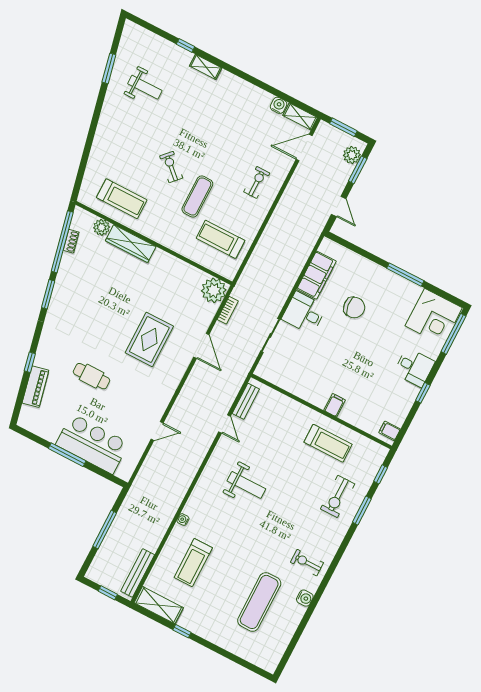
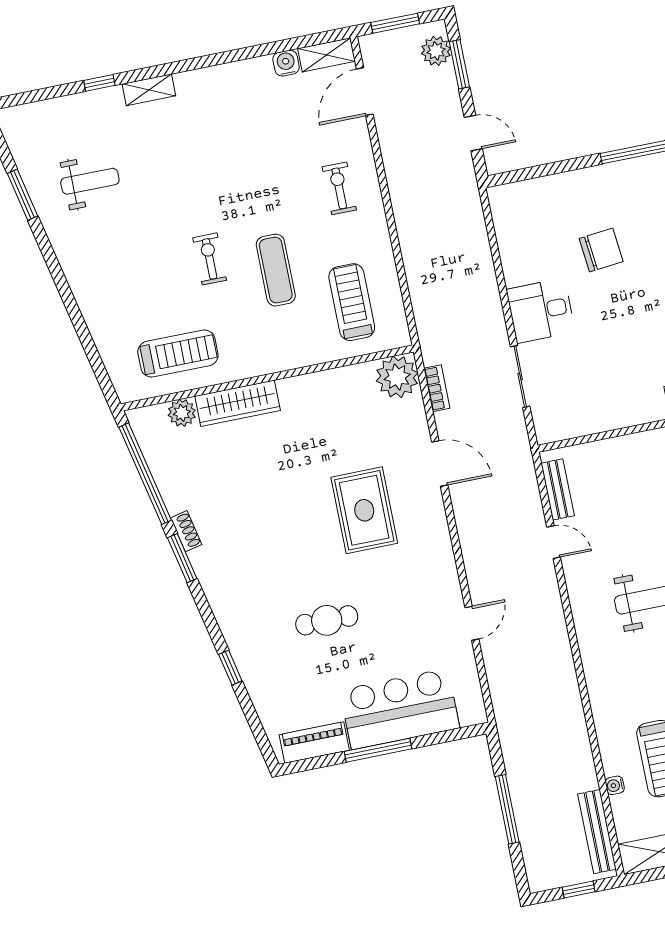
exercise bike: (171, 167) -> (210, 259), turned 47
treadmill: (220, 239) -> (352, 302), turned 90
shoe rack: (71, 241) -> (186, 531), moved
filing cabinet: (316, 275) -> (517, 247), removed
piano: (35, 387) -> (314, 743), moved, turned -78
water cooler: (183, 520) -> (615, 785), moved

